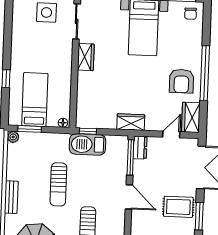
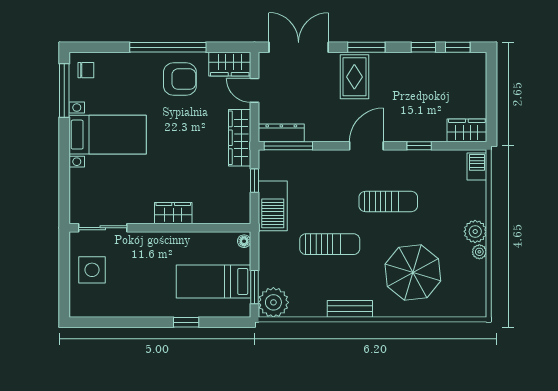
wardrobe: (86, 57) -> (173, 213), moved
wardrobe: (131, 122) -> (240, 138), width x1.50
window: (88, 131) -> (254, 181), moved
plant: (13, 137) -> (273, 302), width x1.88, depth x1.88
dresser: (140, 148) -> (281, 133), width x1.44
door: (129, 197) -> (366, 146), moved

